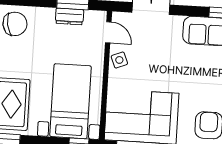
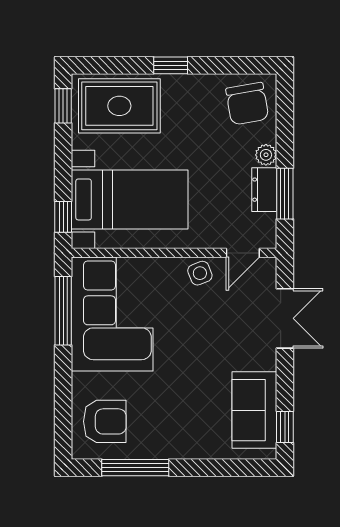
plant: (48, 14) -> (266, 155), added

